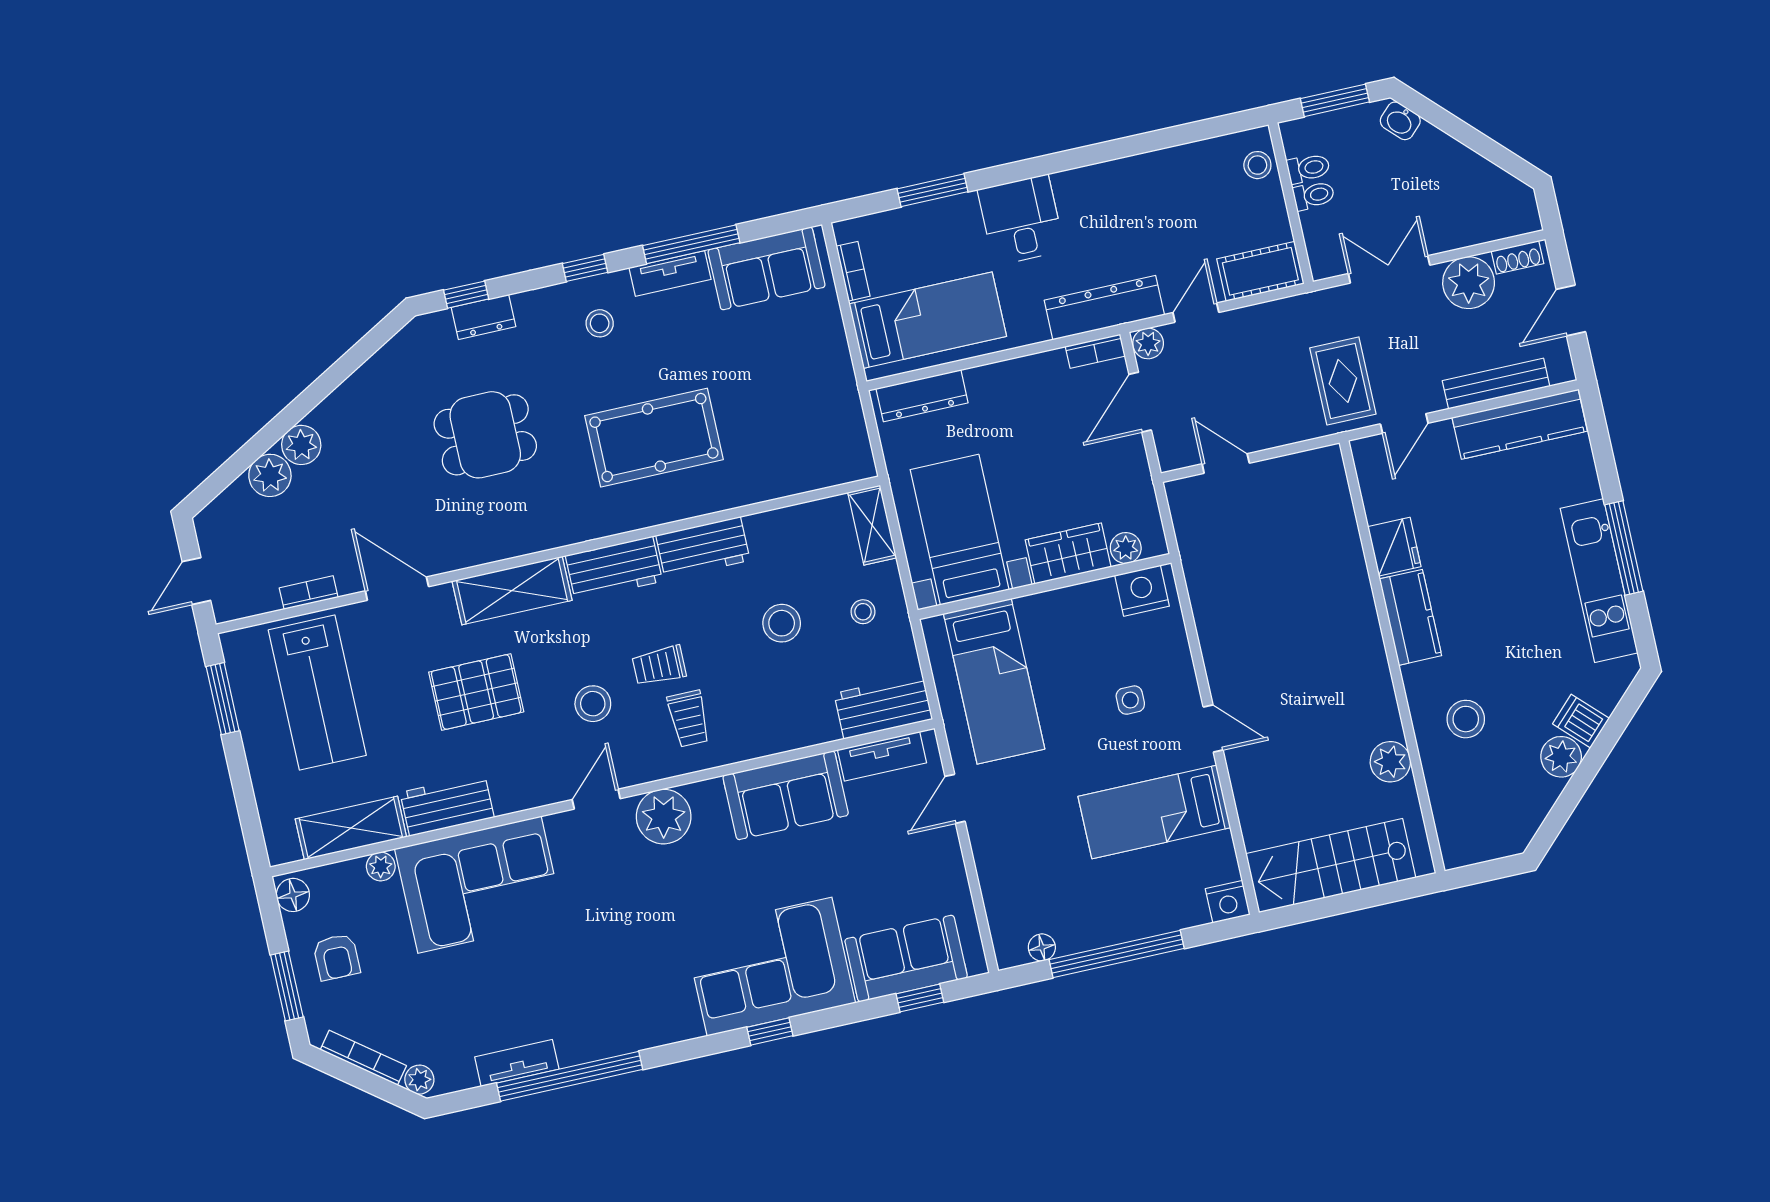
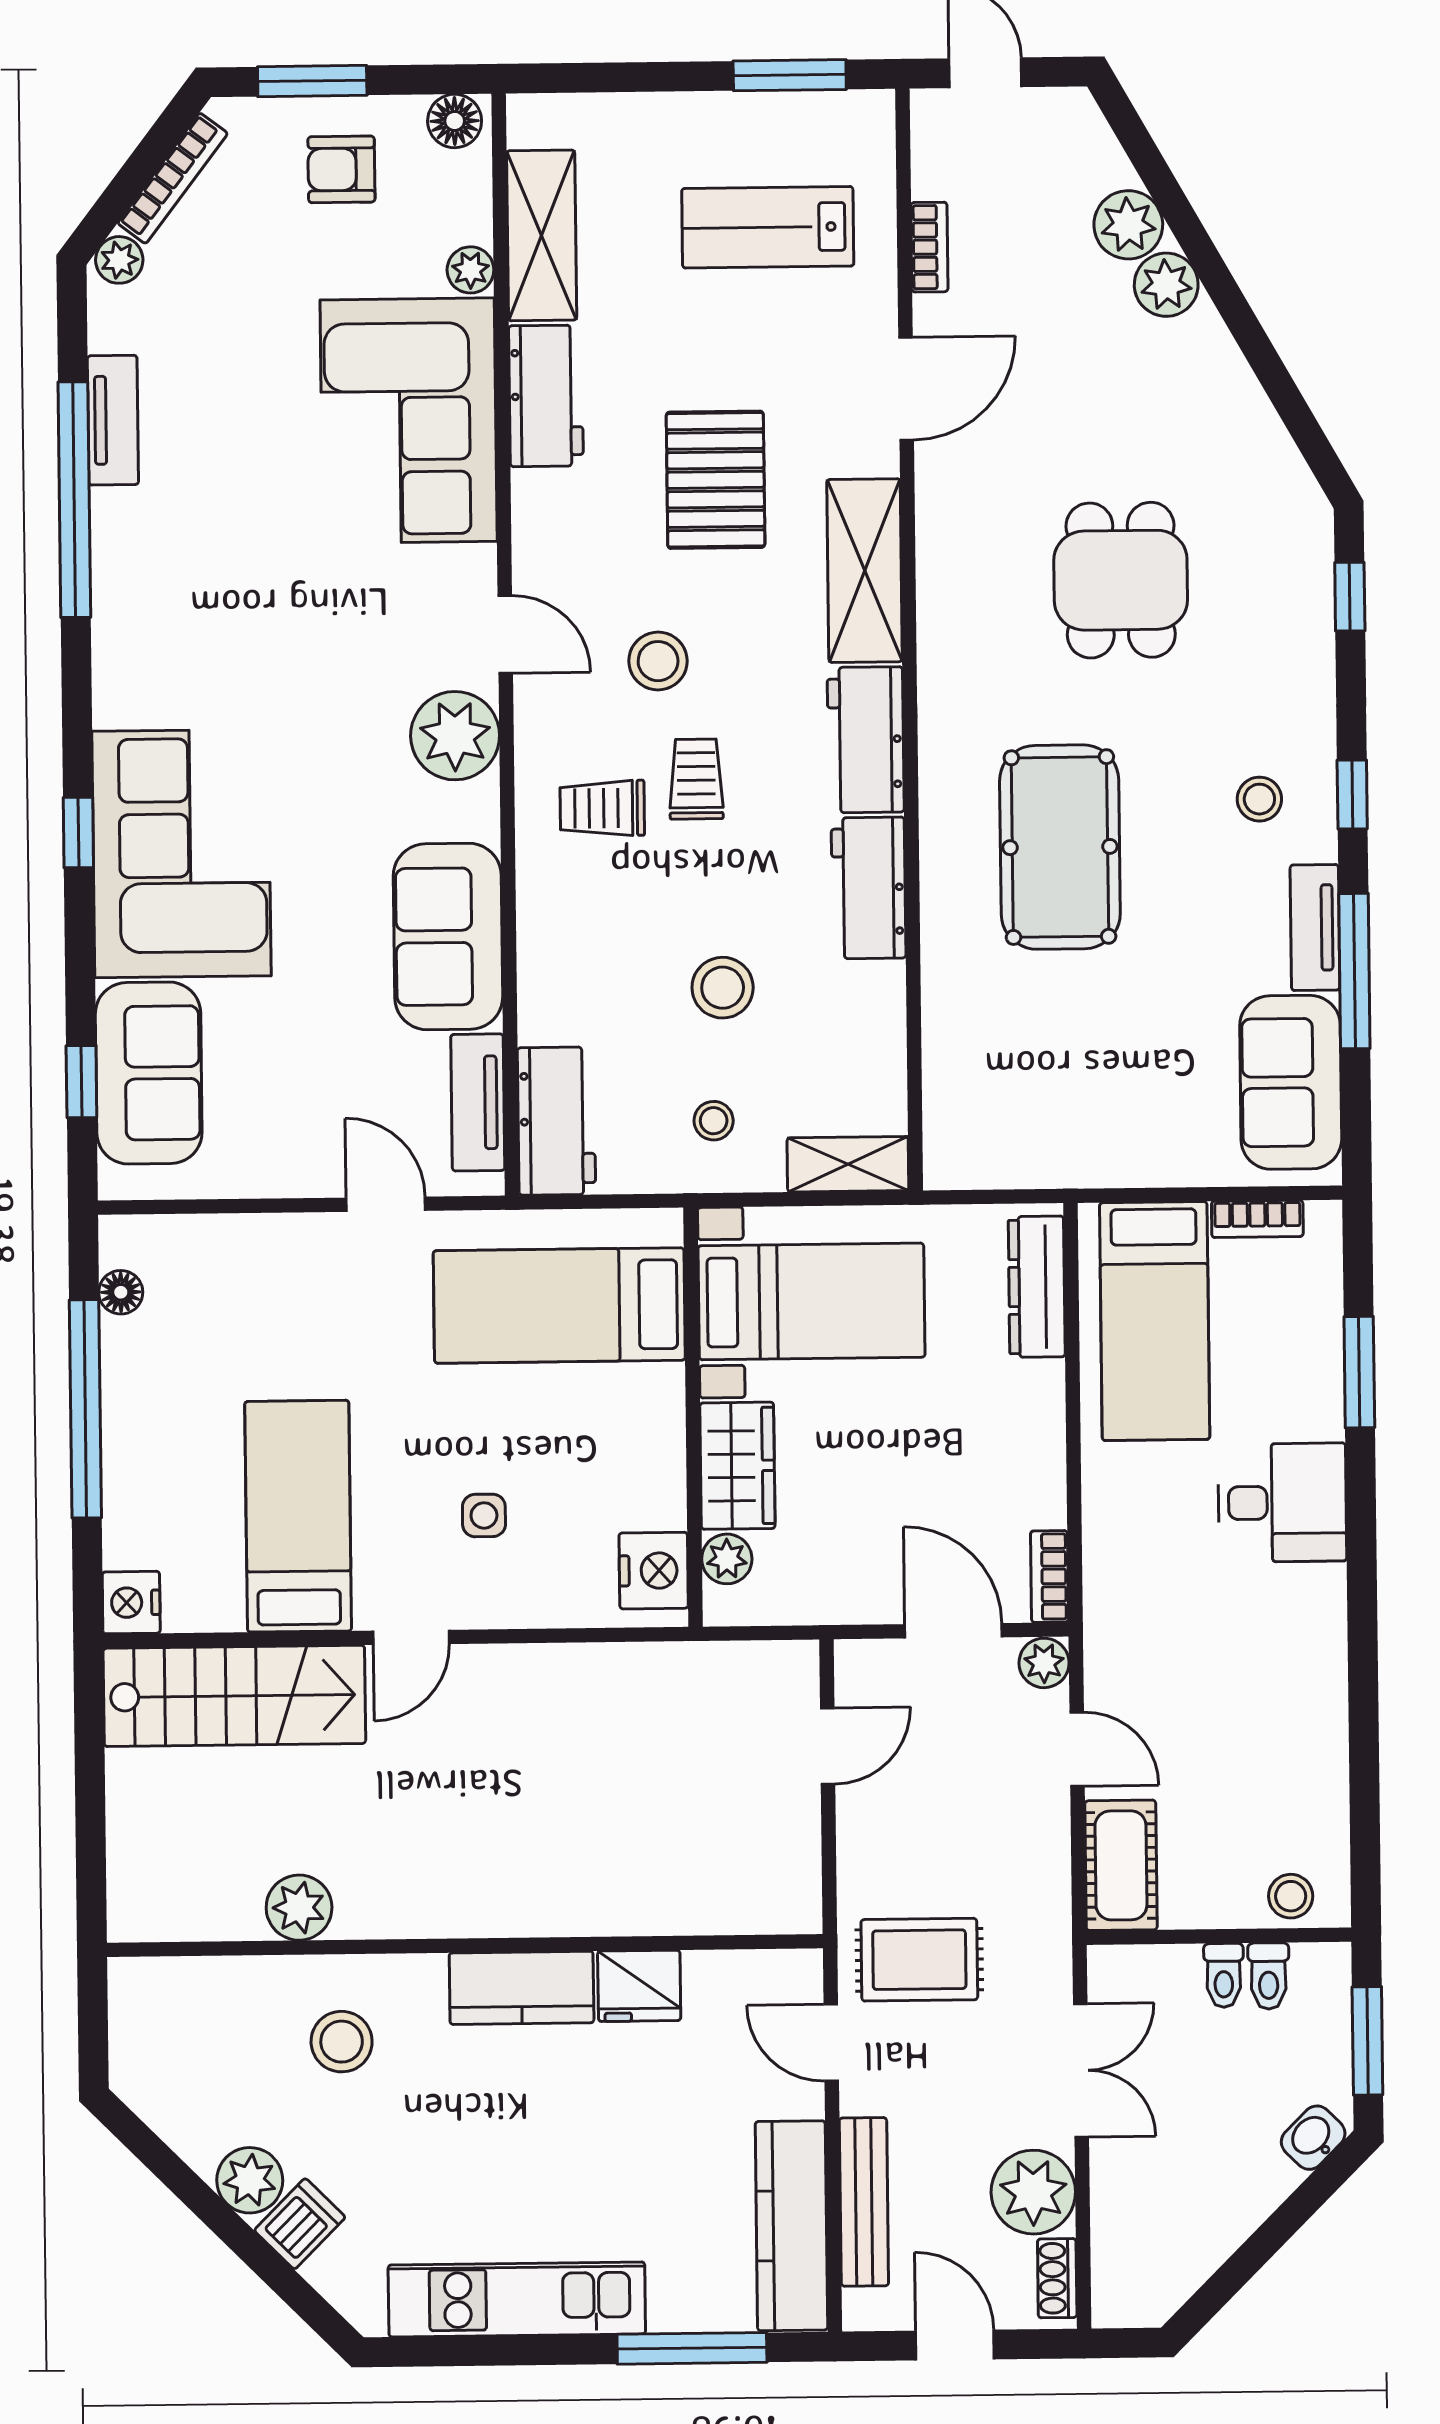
dresser: (1104, 308) -> (1116, 1605), removed
dresser: (483, 317) -> (1308, 617), removed
window: (1624, 548) -> (692, 2348), moved
lab bench: (317, 693) -> (768, 227), width x0.73, depth x0.72
stairs: (1331, 866) -> (234, 1696), moved, turned 90

